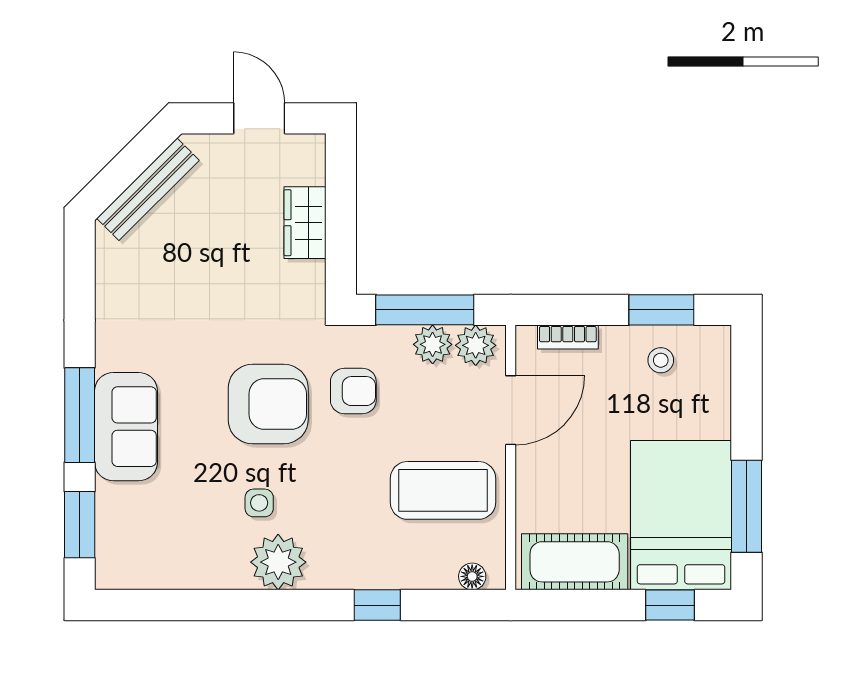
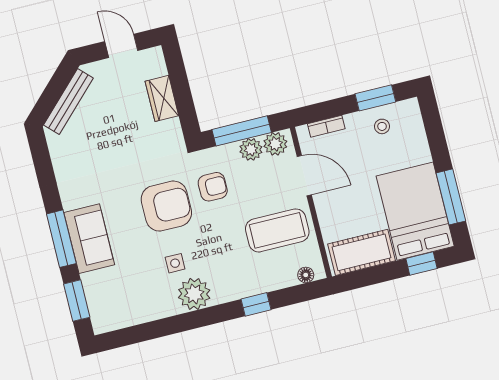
door: (511, 410) -> (304, 176), hinge flipped

